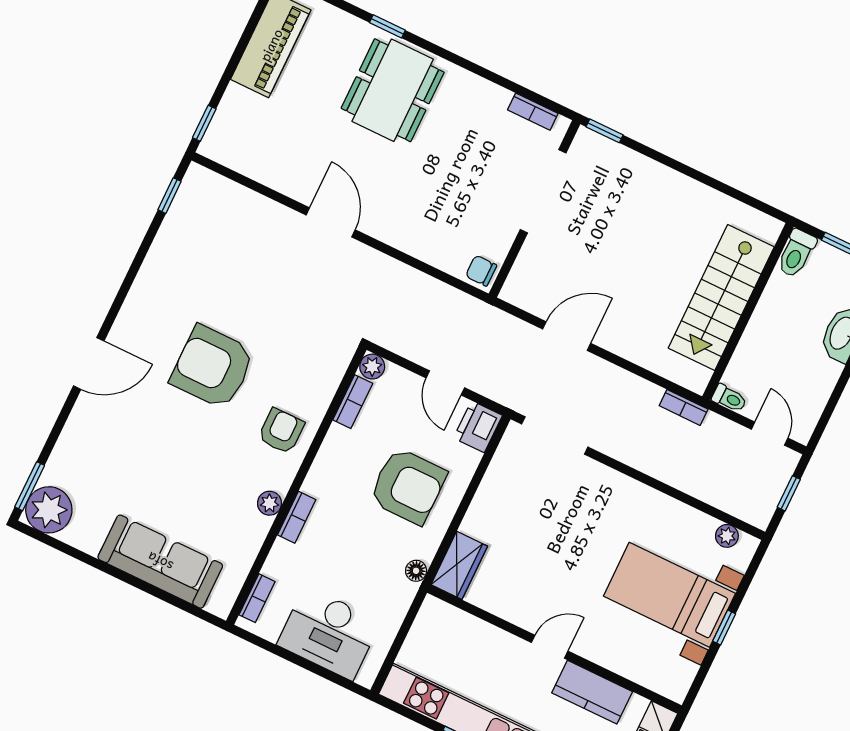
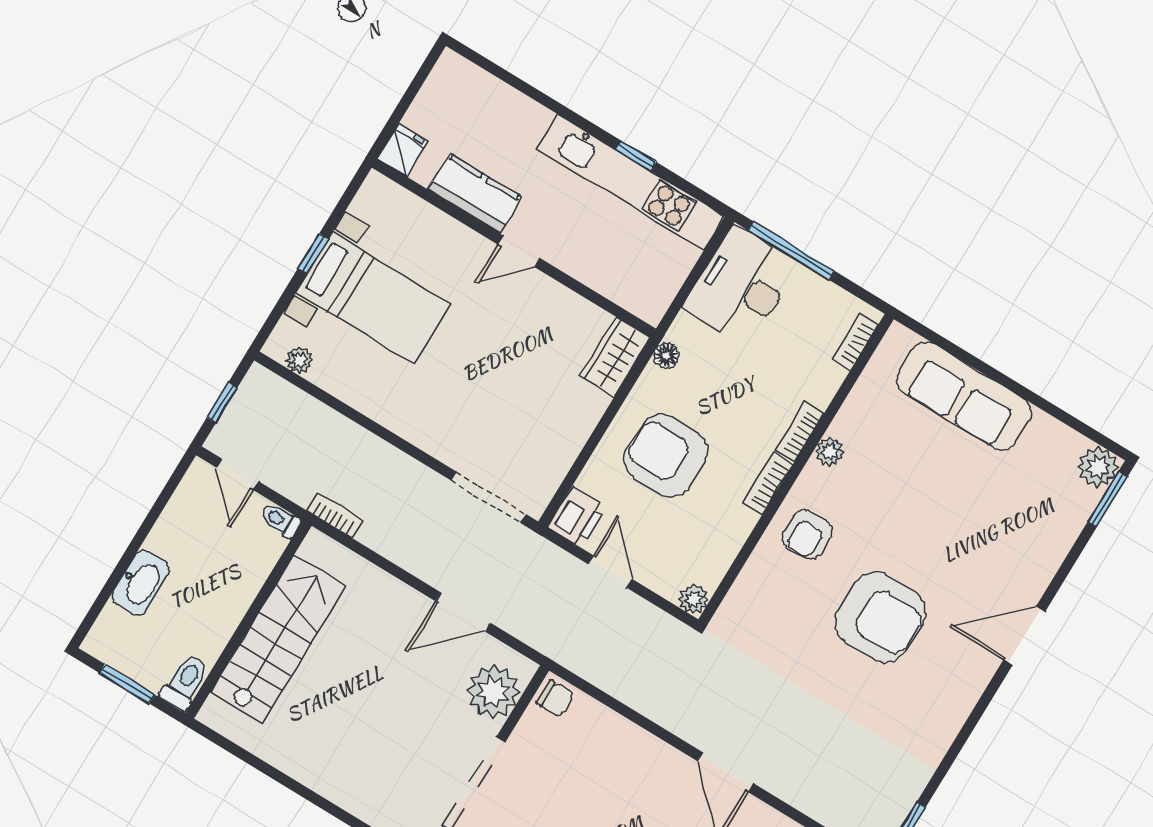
plant: (534, 271) -> (493, 691), added
bookcase: (353, 402) -> (767, 484), moved
plant: (49, 510) -> (1098, 467), width x0.73, depth x0.73
desk: (329, 633) -> (741, 285), moved, turned -90
window: (319, 670) -> (791, 251), added

